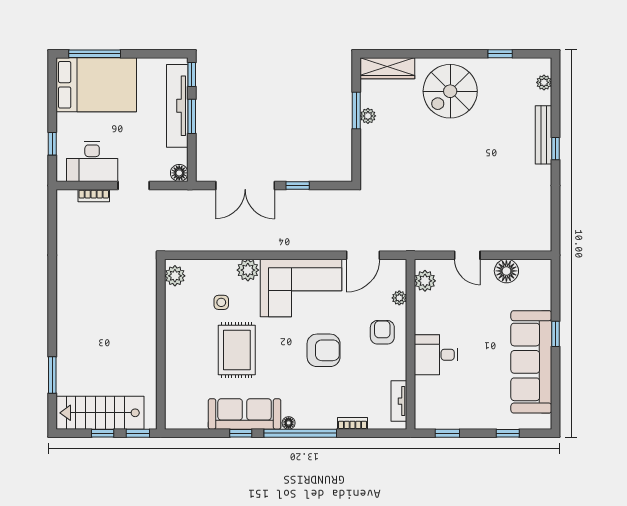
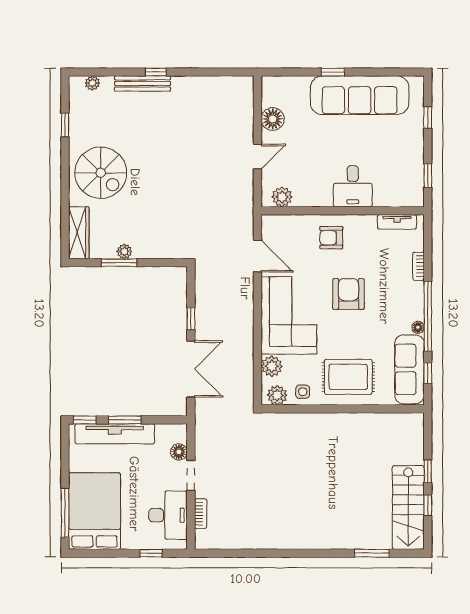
floor lamp: (179, 173) -> (179, 452), moved
plant: (175, 276) -> (277, 395), moved
plant: (399, 298) -> (298, 221), removed
wall: (161, 344) -> (343, 409), moved

